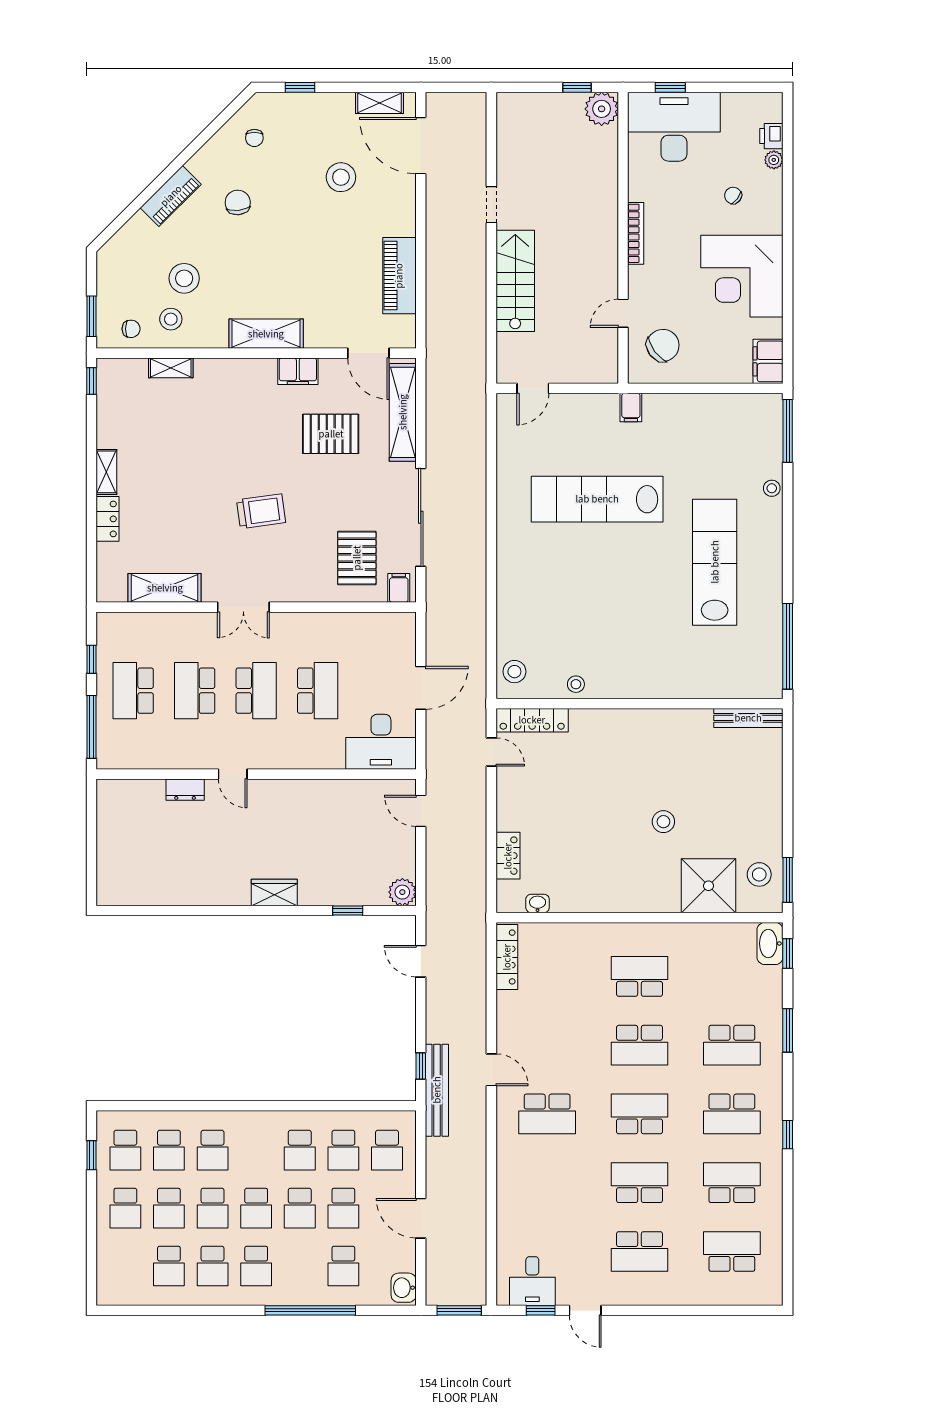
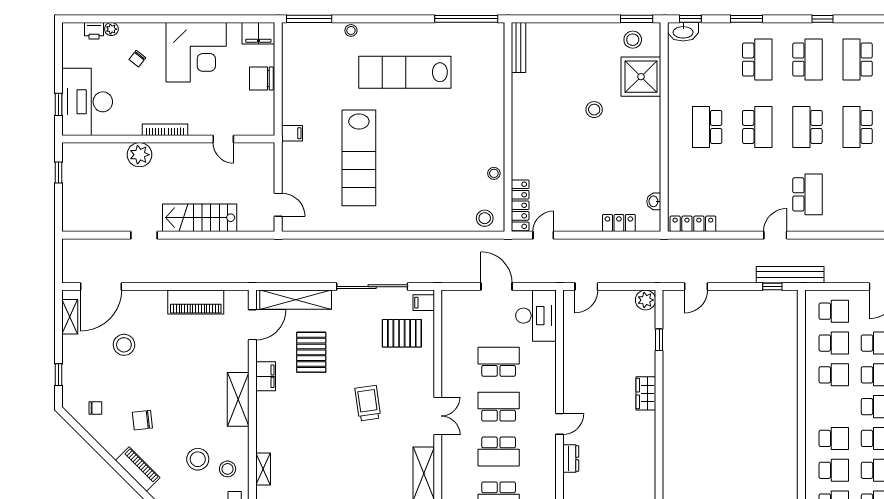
plant: (602, 109) -> (140, 155), moved
chair: (663, 345) -> (261, 78), moved, turned -53

